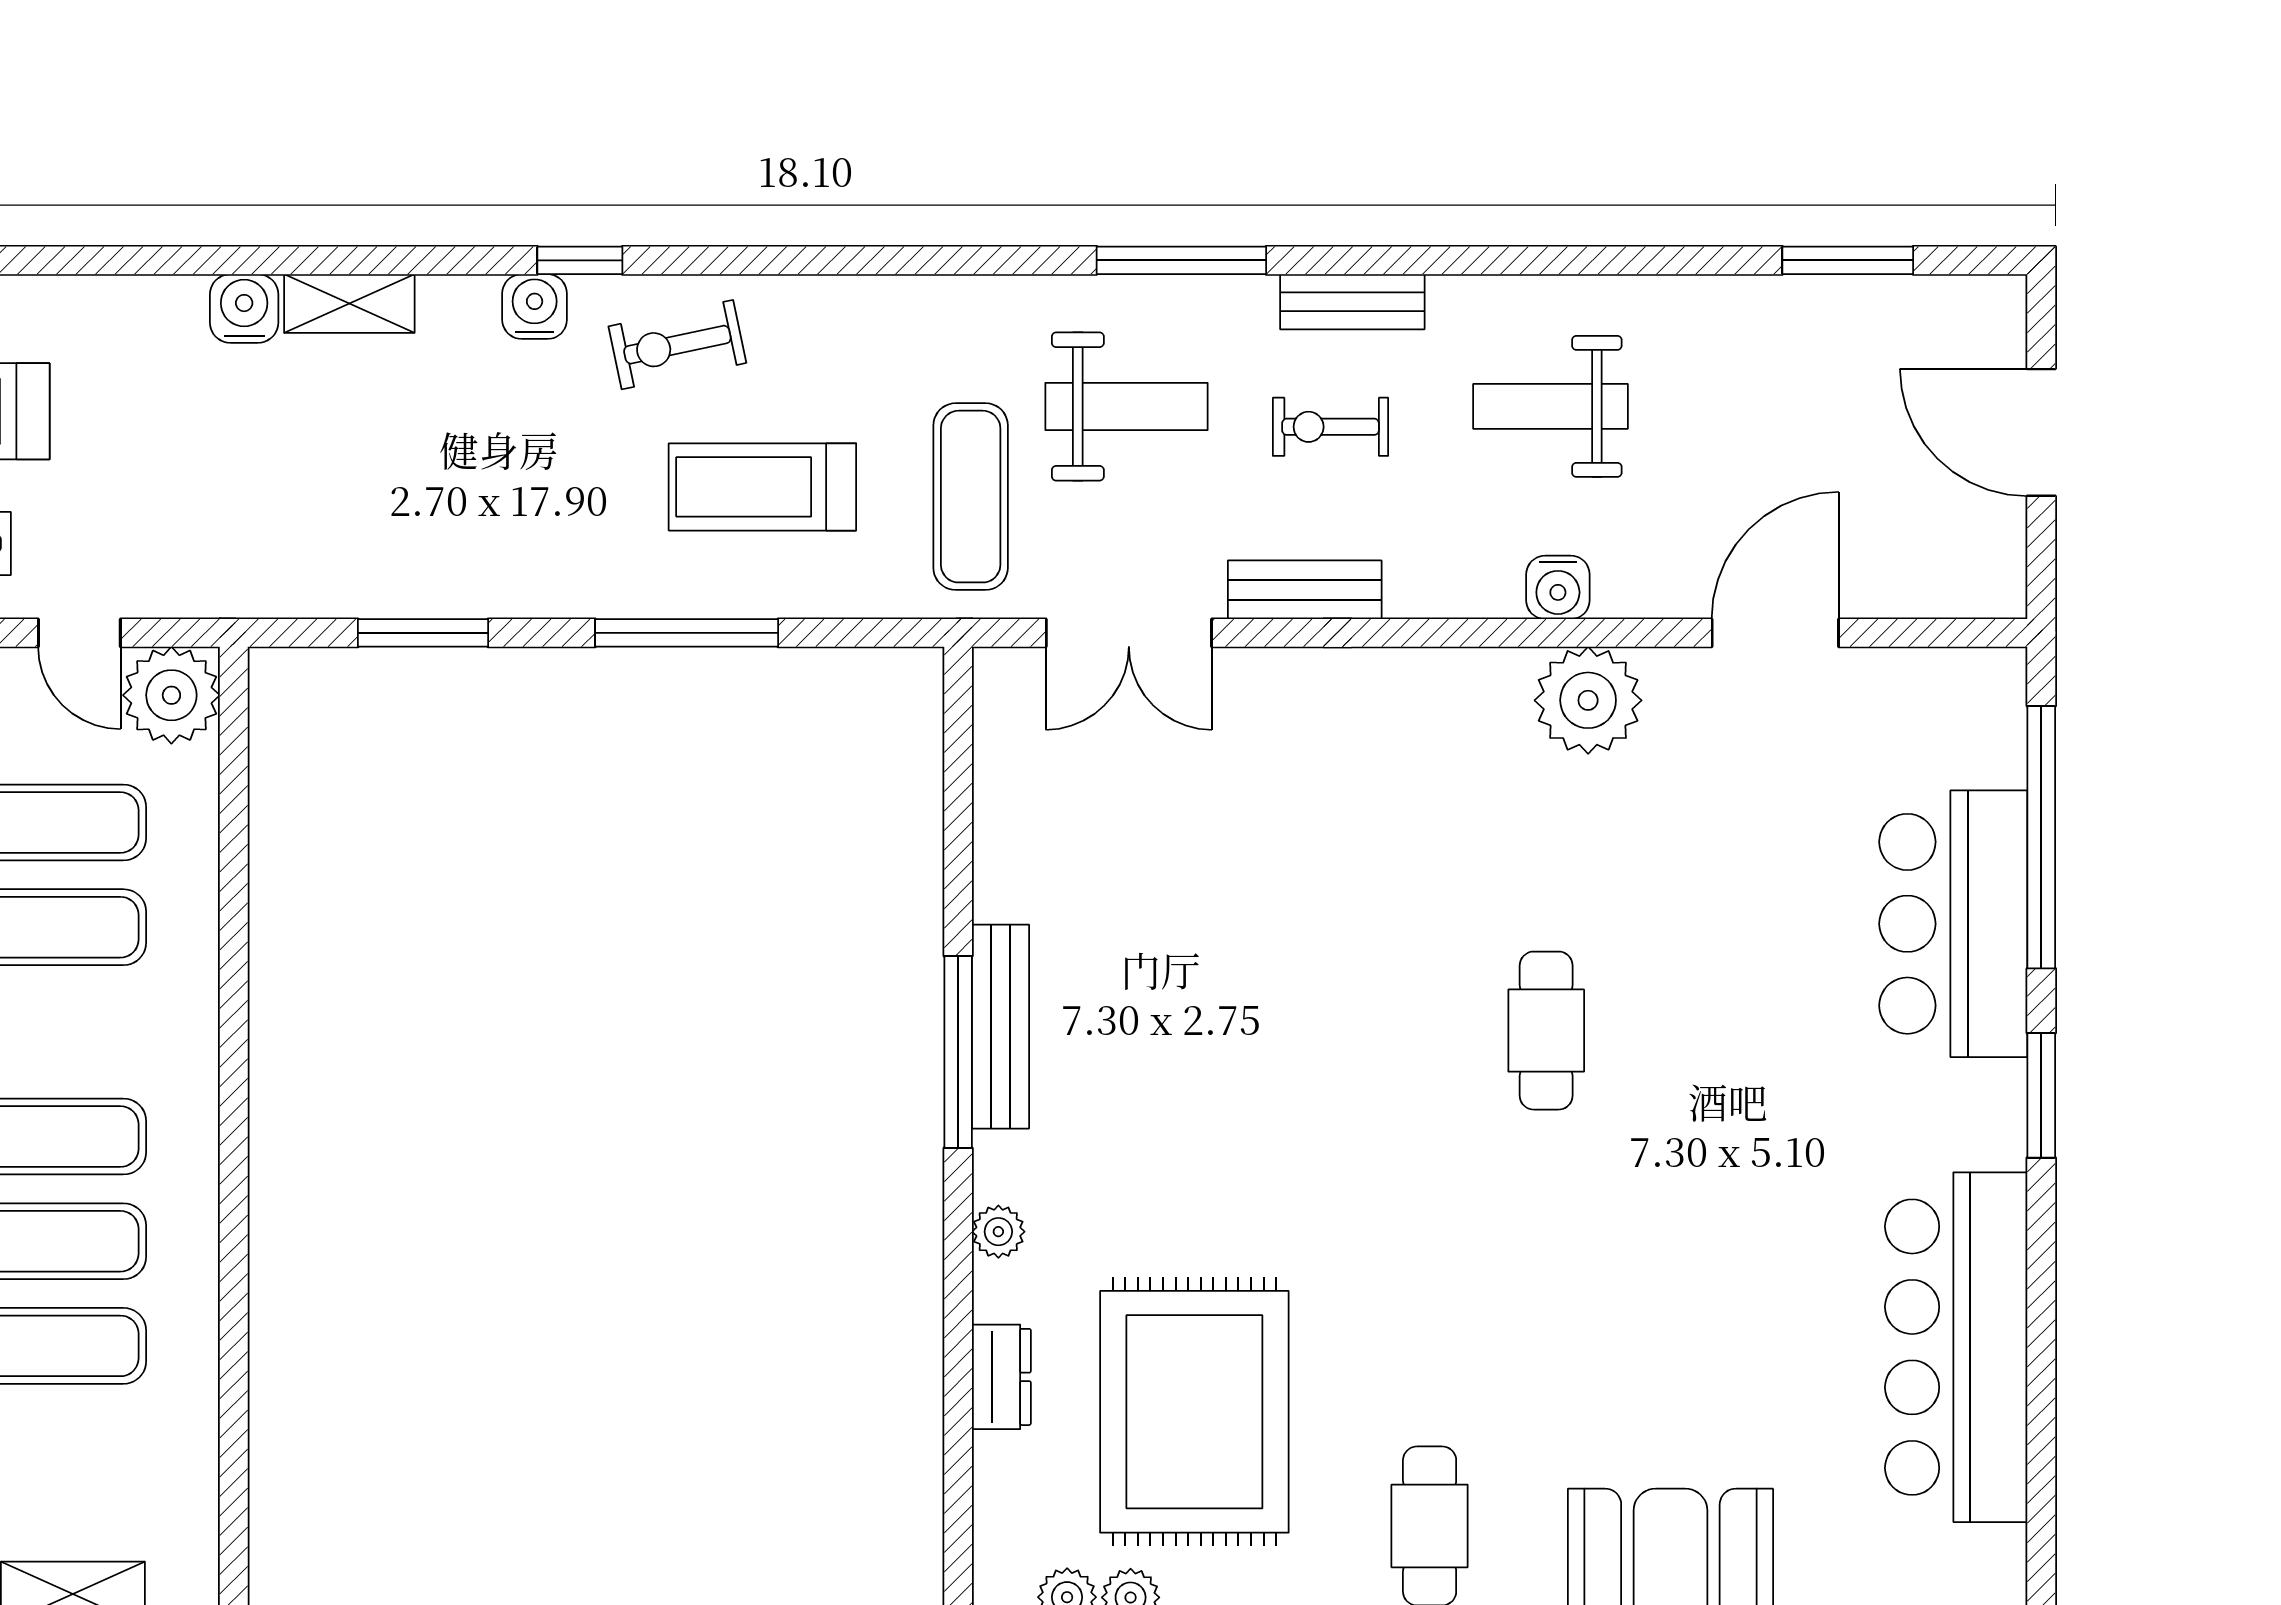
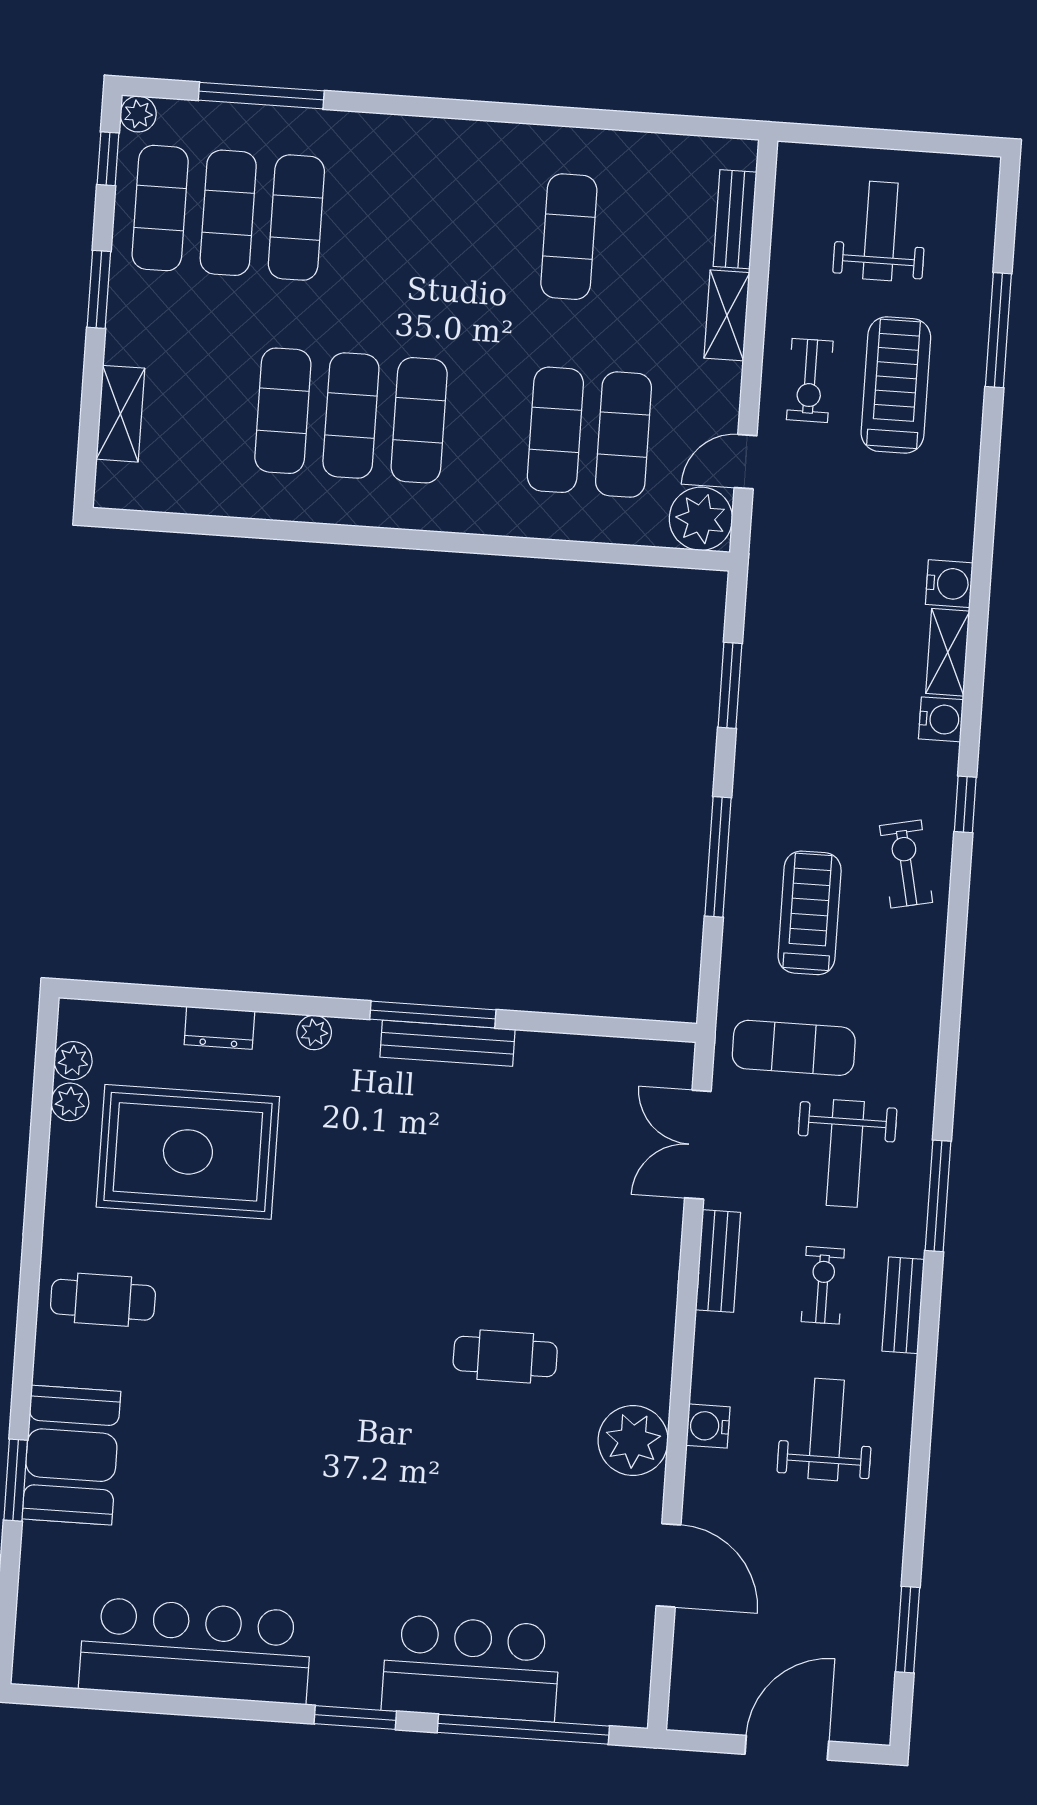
water cooler: (535, 307) -> (941, 719), moved
cafe table: (1546, 1031) -> (505, 1356), moved

